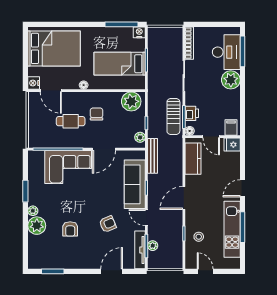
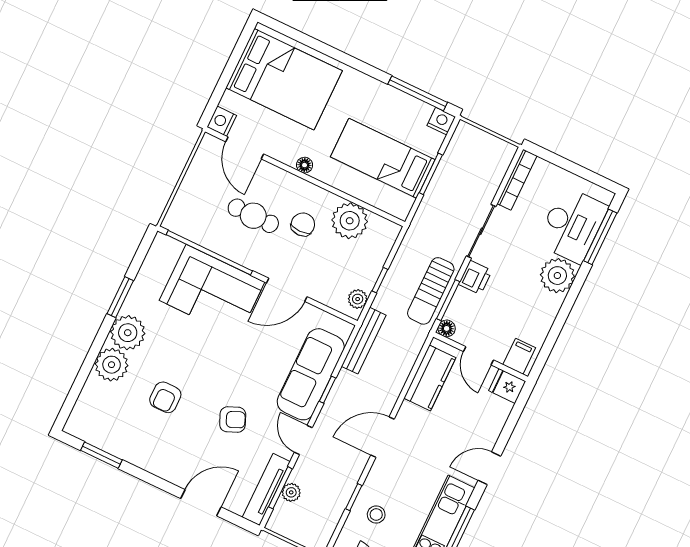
plant: (131, 101) -> (350, 221), moved
printer: (192, 113) -> (475, 277), moved
plant: (33, 211) -> (128, 333), width x1.87, depth x1.87

